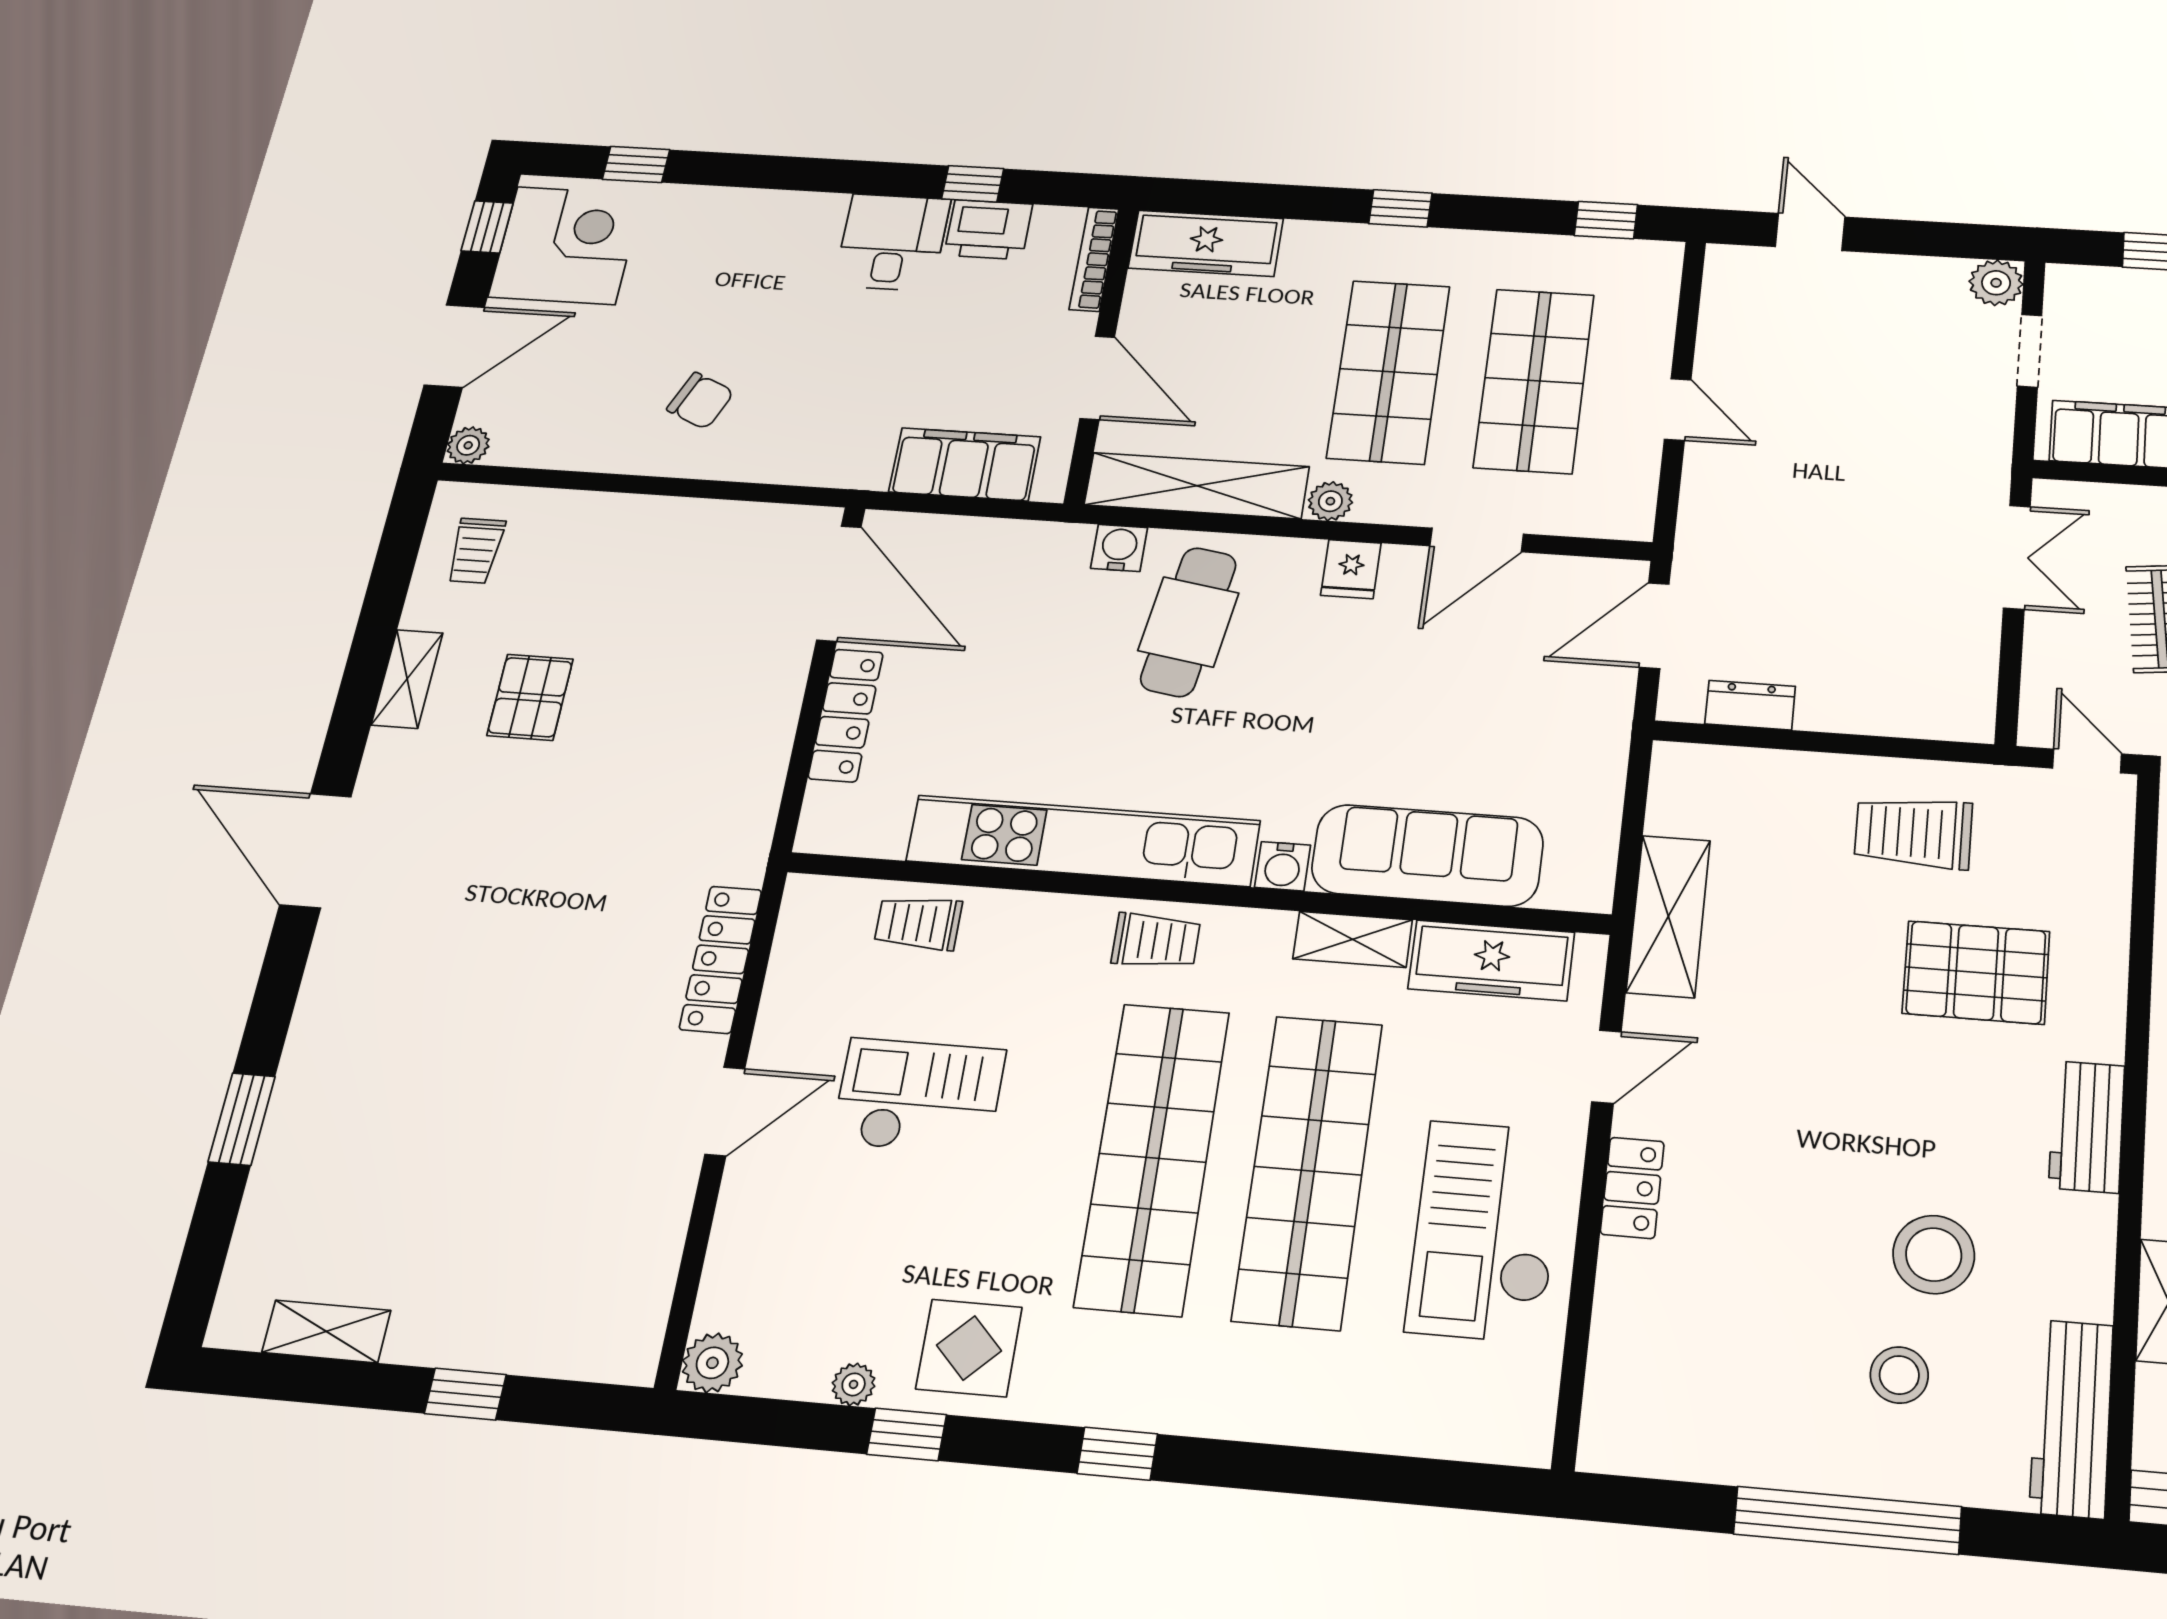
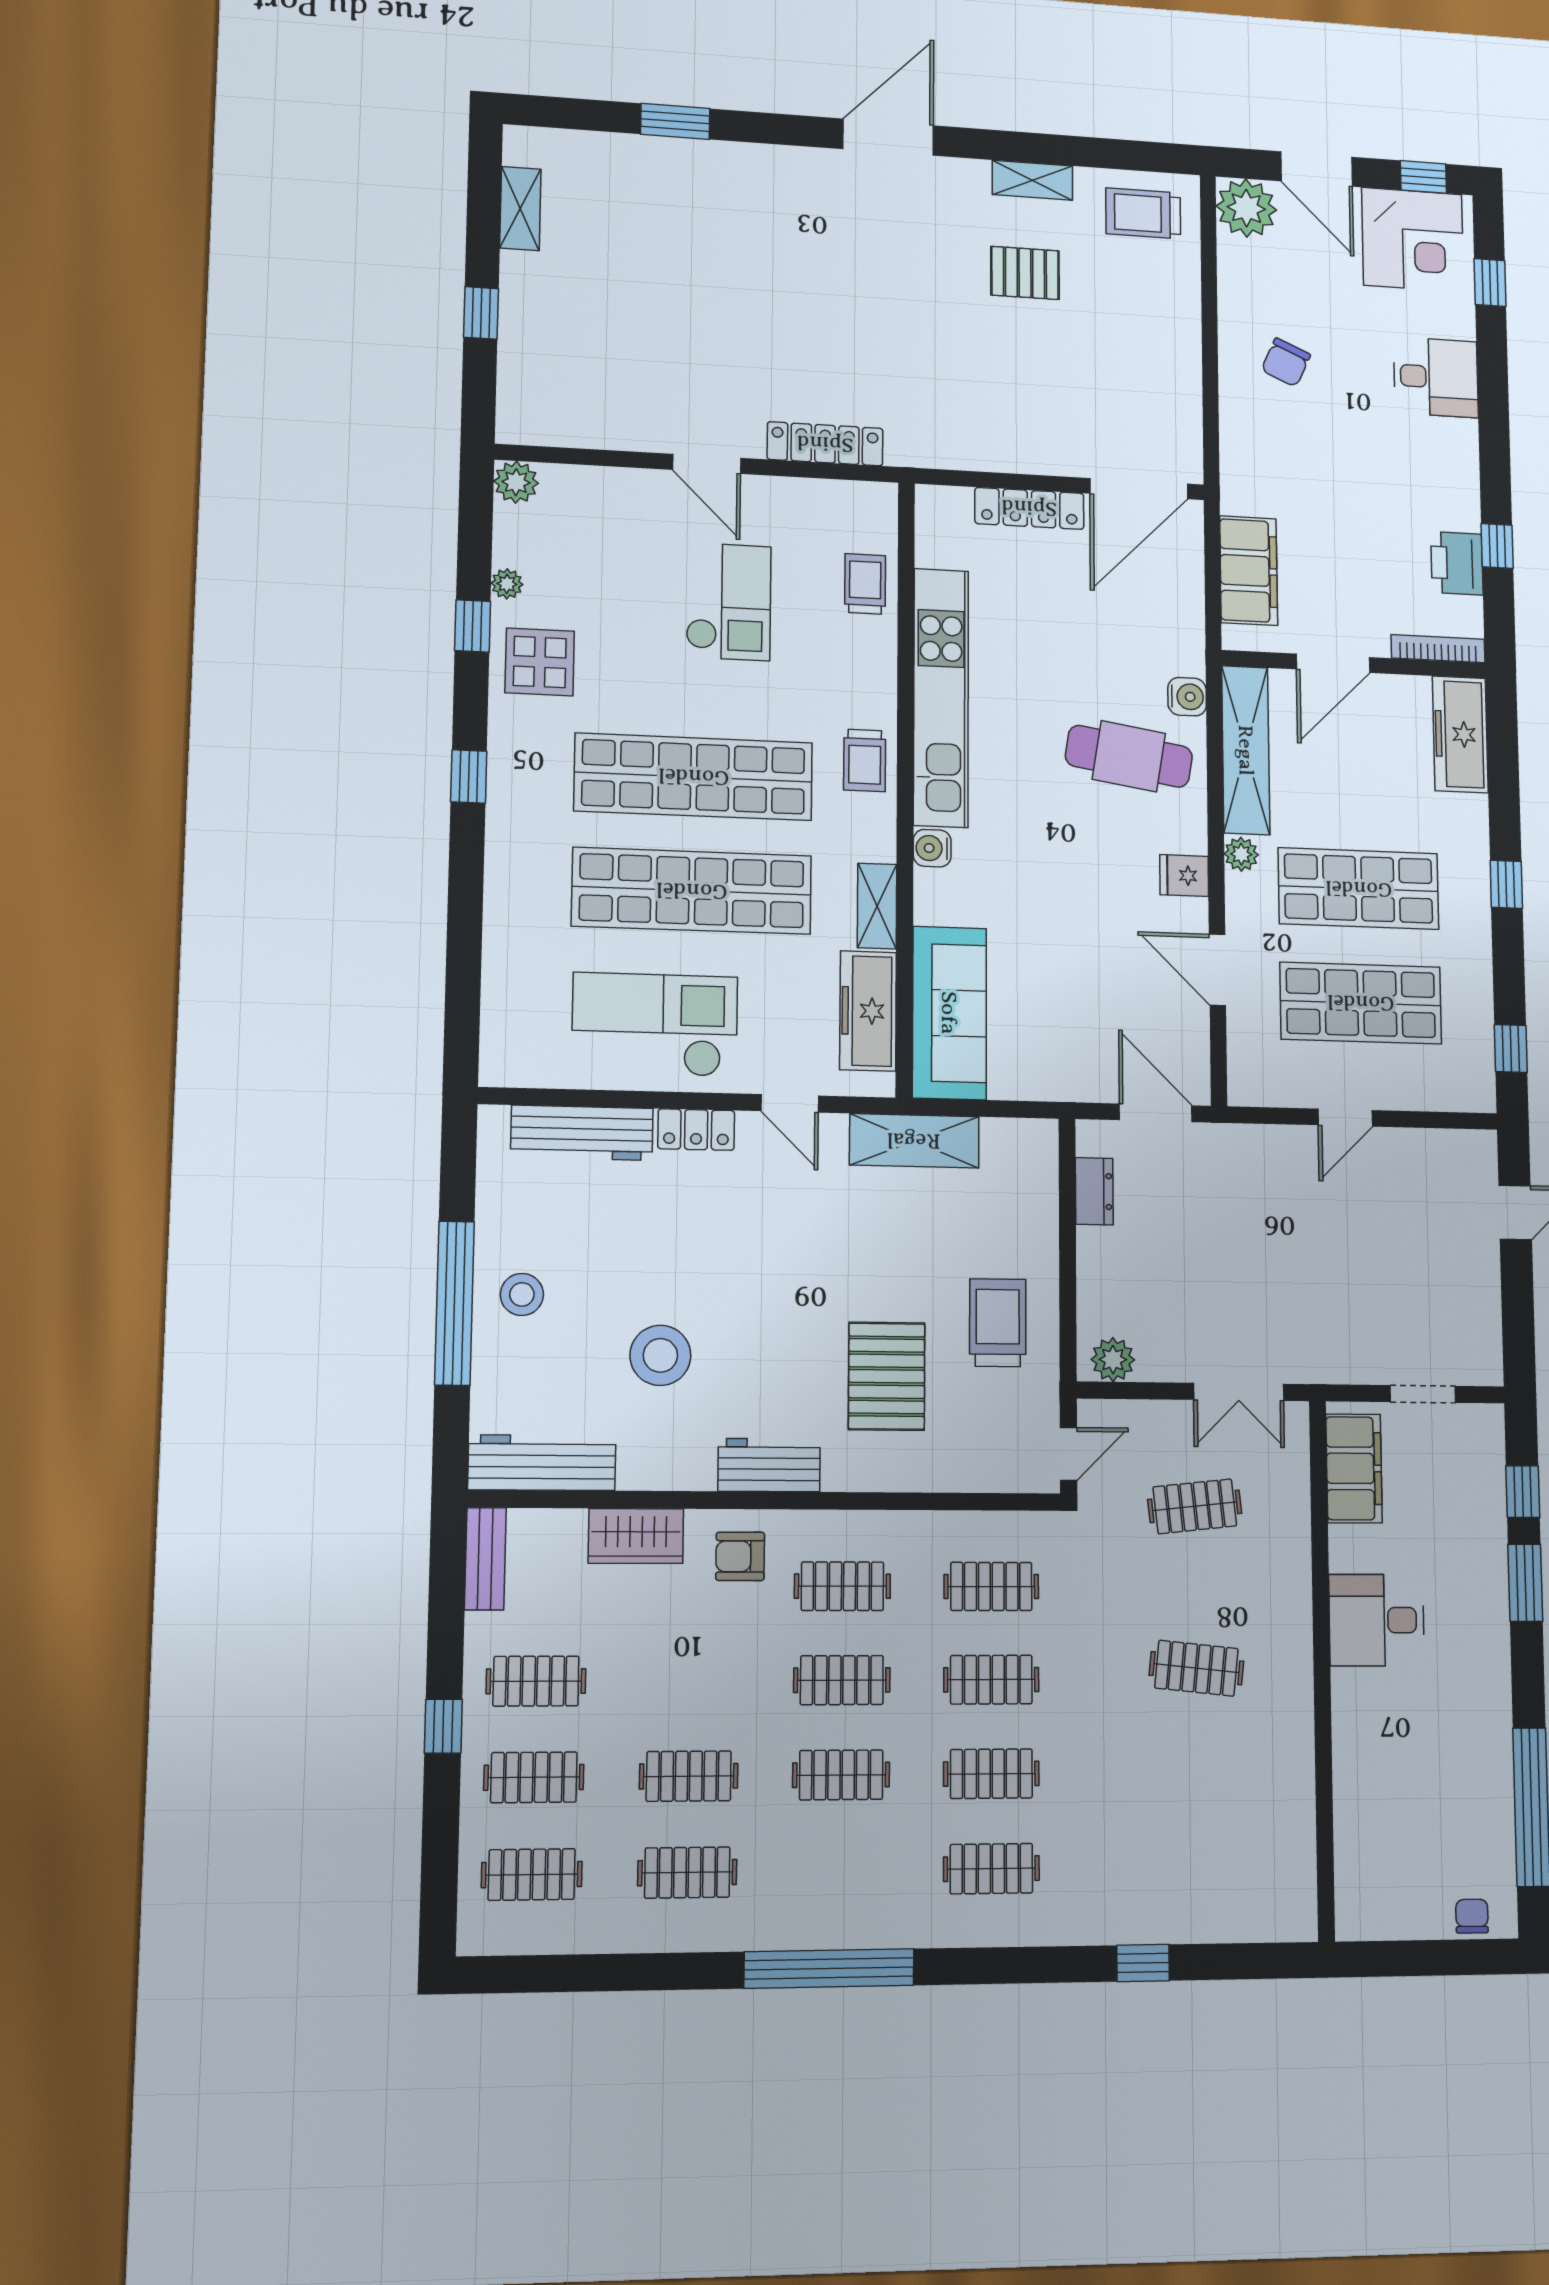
desk: (892, 242) -> (1436, 377), moved
plant: (1996, 283) -> (1113, 1360), moved
plant: (468, 445) -> (1246, 208), width x1.88, depth x1.88
trolley: (476, 551) -> (1143, 213), width x1.36, depth x1.39
sofa: (1427, 855) -> (949, 1013), moved
workbench: (1625, 1336) -> (582, 1133), added
stool: (1899, 1375) -> (522, 1294), moved

